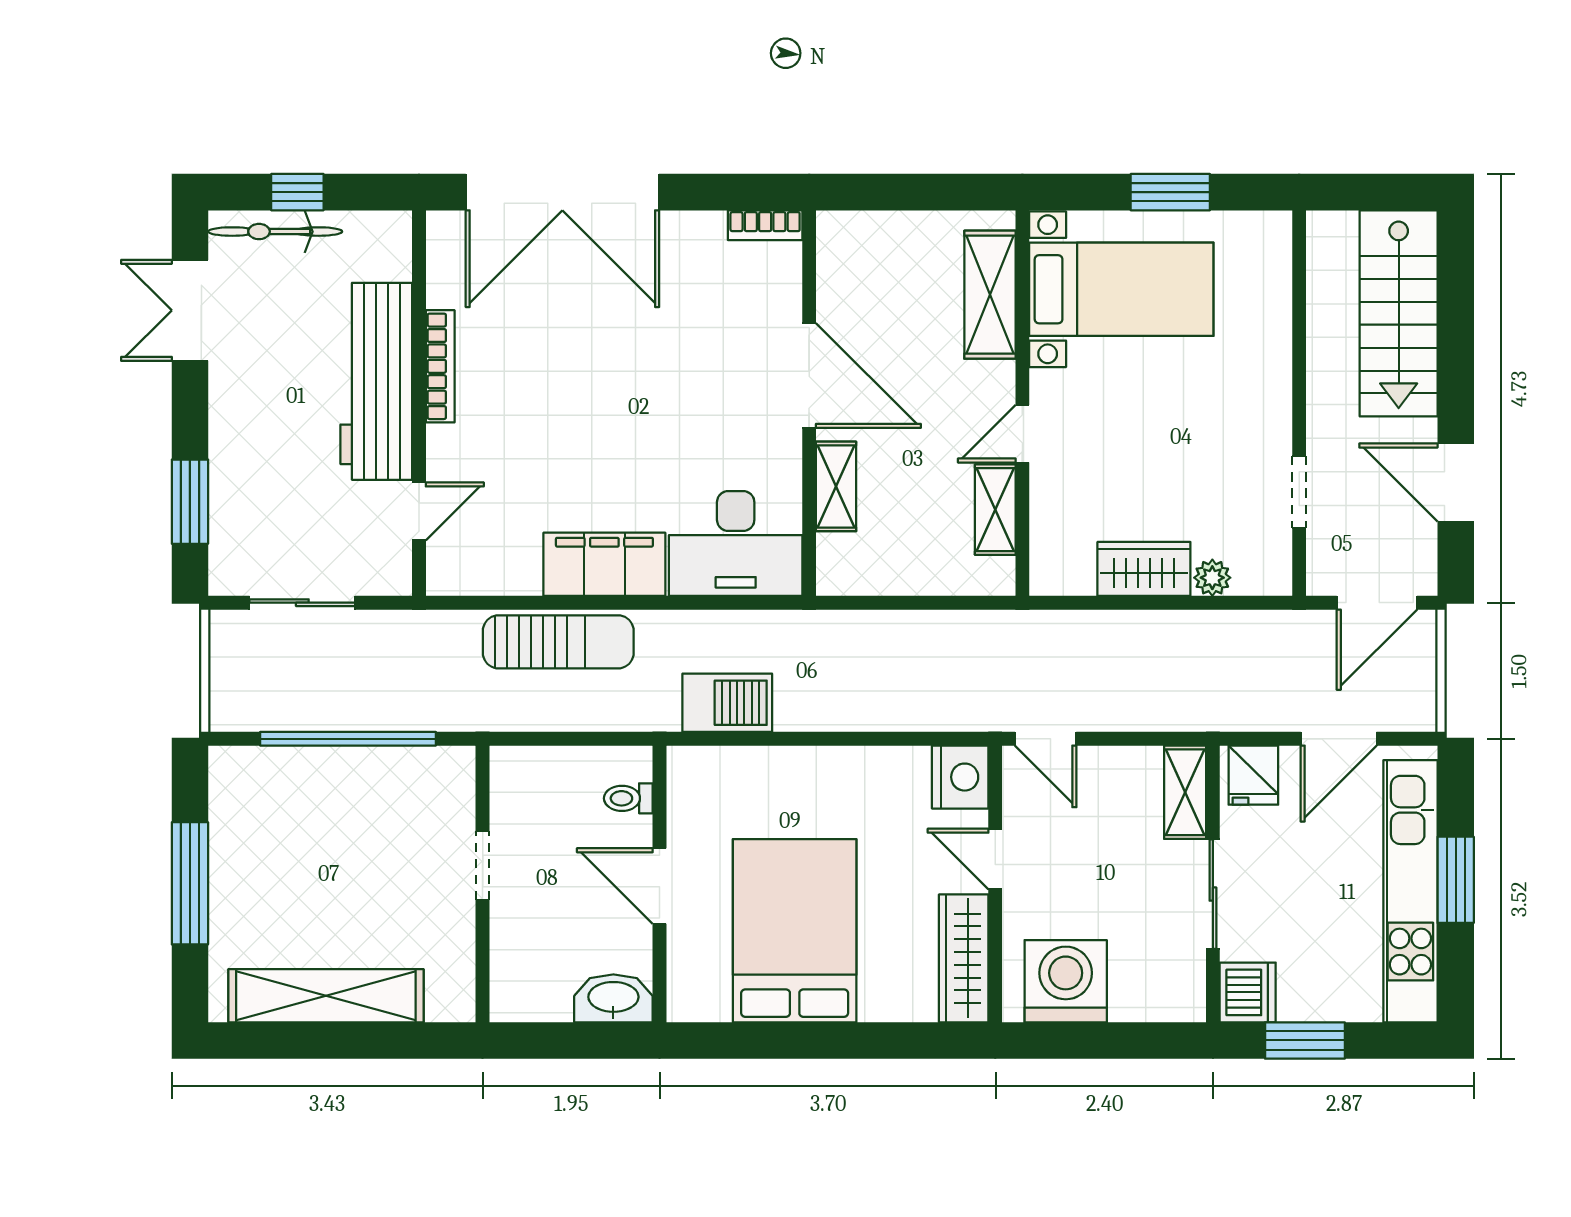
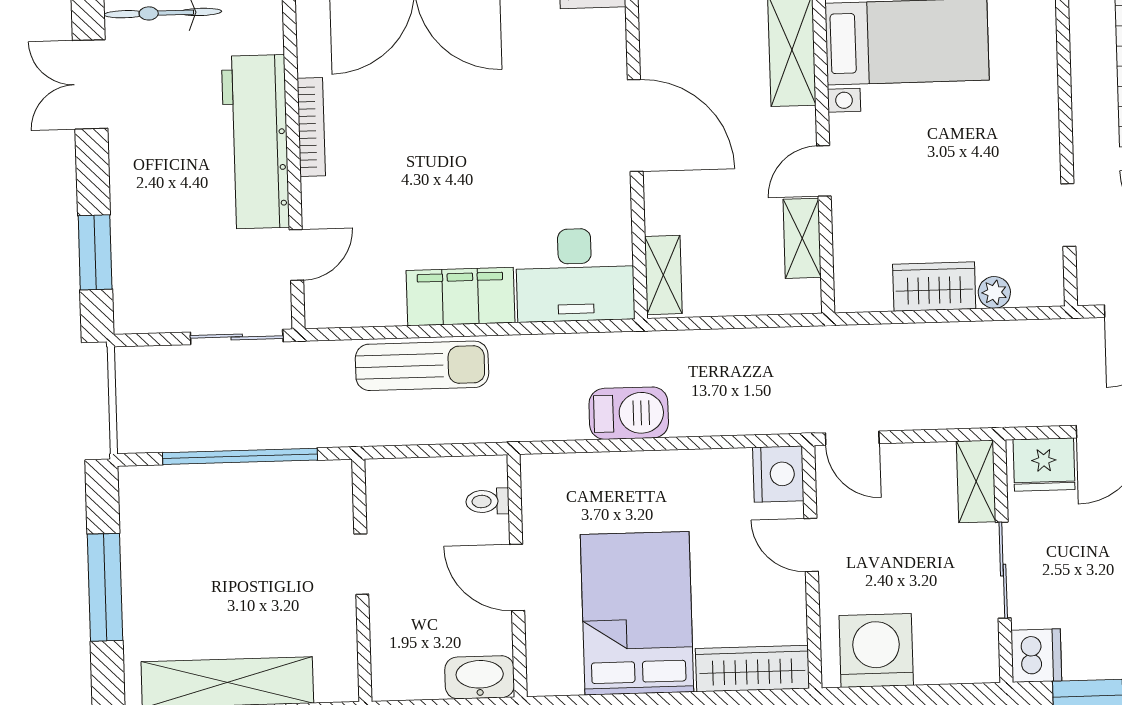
shelving: (836, 486) -> (663, 275), moved
sliding door: (302, 603) -> (237, 337), moved
barbecue: (727, 703) -> (629, 413), moved
fridge: (1253, 775) -> (1044, 464), width x1.38
wardrobe: (964, 958) -> (752, 669), moved, turned 90

